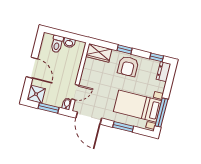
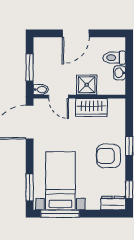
wardrobe: (99, 53) -> (91, 107), moved, turned -90
shower: (36, 94) -> (87, 85), moved
window: (123, 127) -> (30, 187), moved

